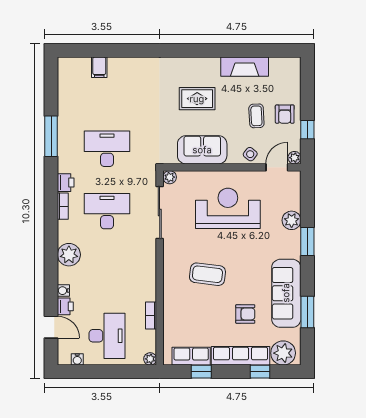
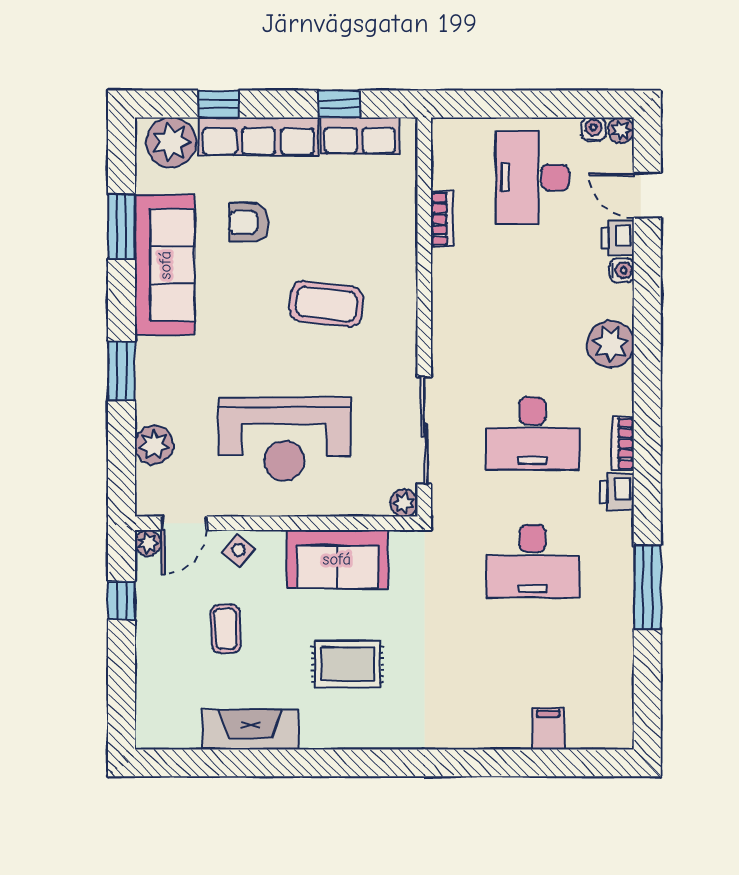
armchair: (285, 114) -> (168, 632), removed
plant: (292, 220) -> (154, 445), moved
plant: (150, 359) -> (621, 130), moved

